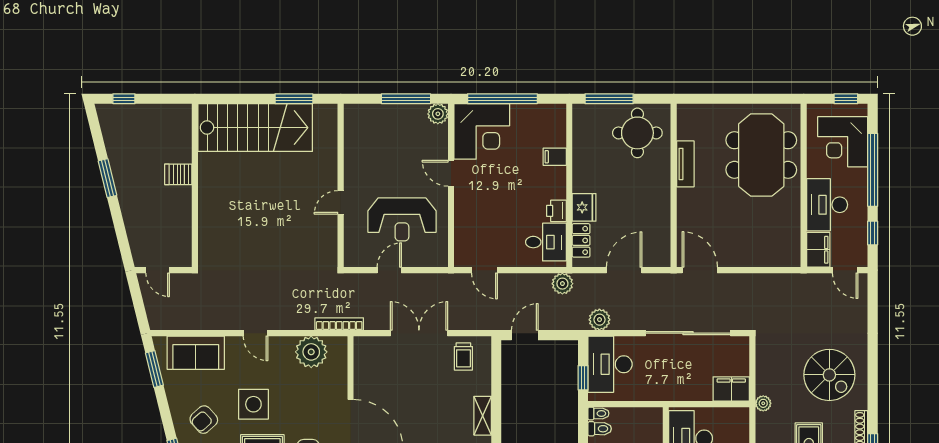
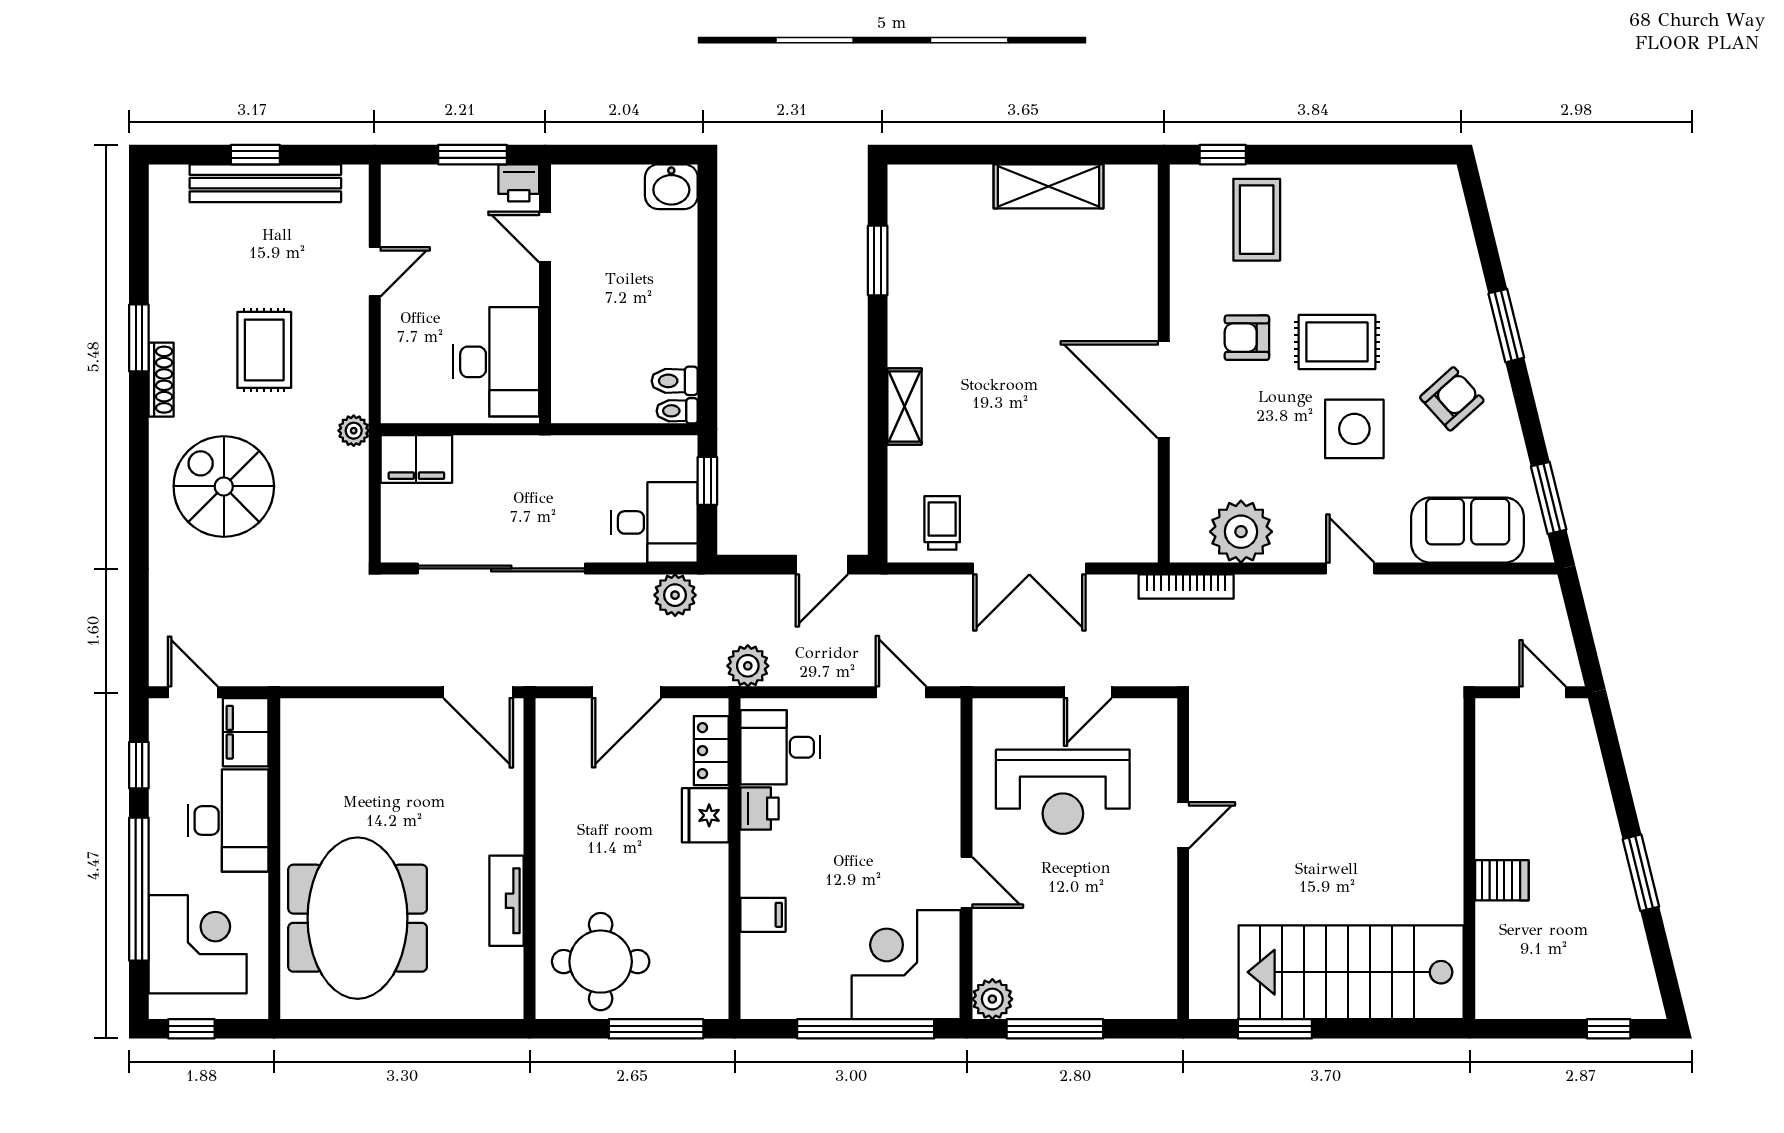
reception desk: (402, 219) -> (1063, 792), turned 180
desk: (610, 364) -> (654, 522), width x0.73

